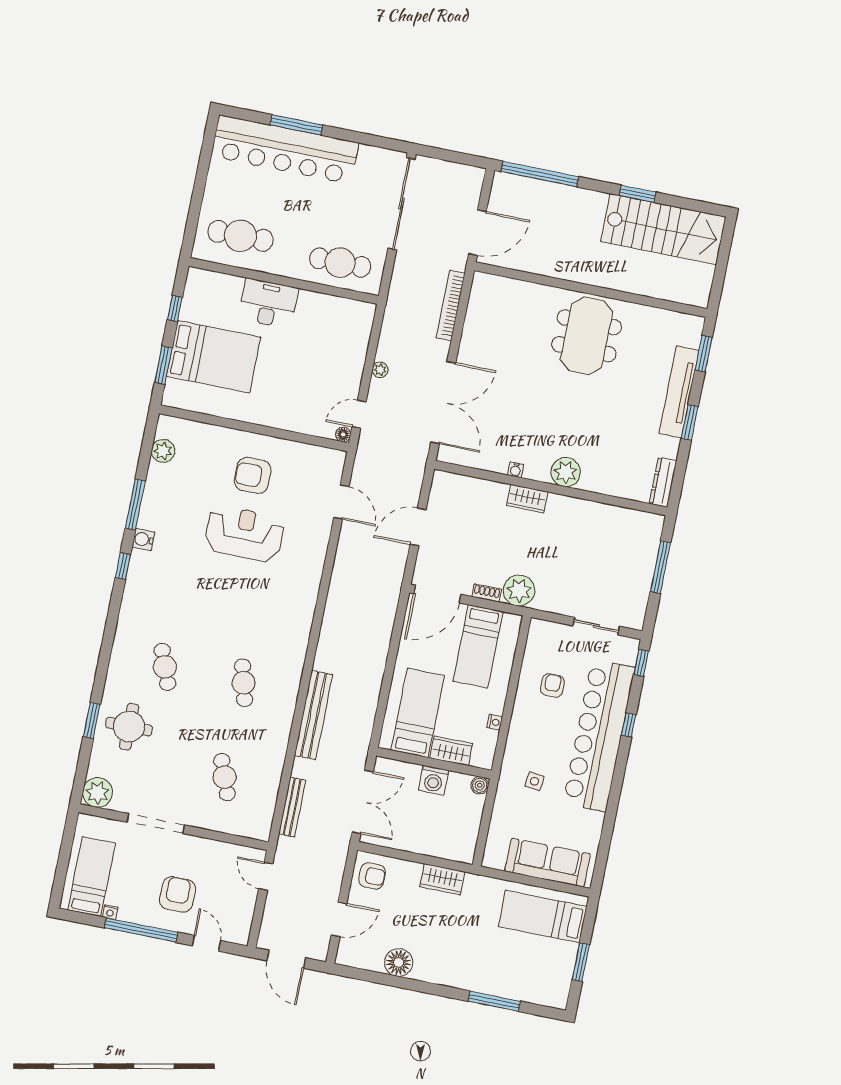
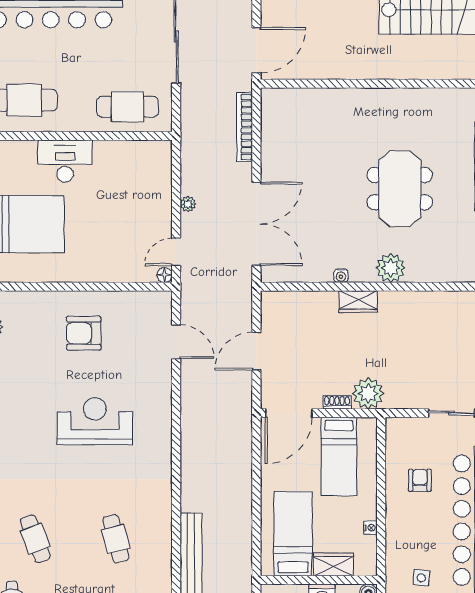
meeting table: (587, 336) -> (400, 189), moved
reception desk: (244, 534) -> (95, 421), moved

